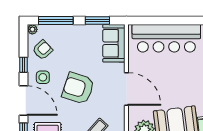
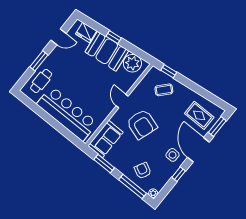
armchair: (43, 50) -> (143, 171), moved, turned 70
armchair: (78, 88) -> (142, 124), moved
door: (126, 89) -> (122, 101), width x0.53

